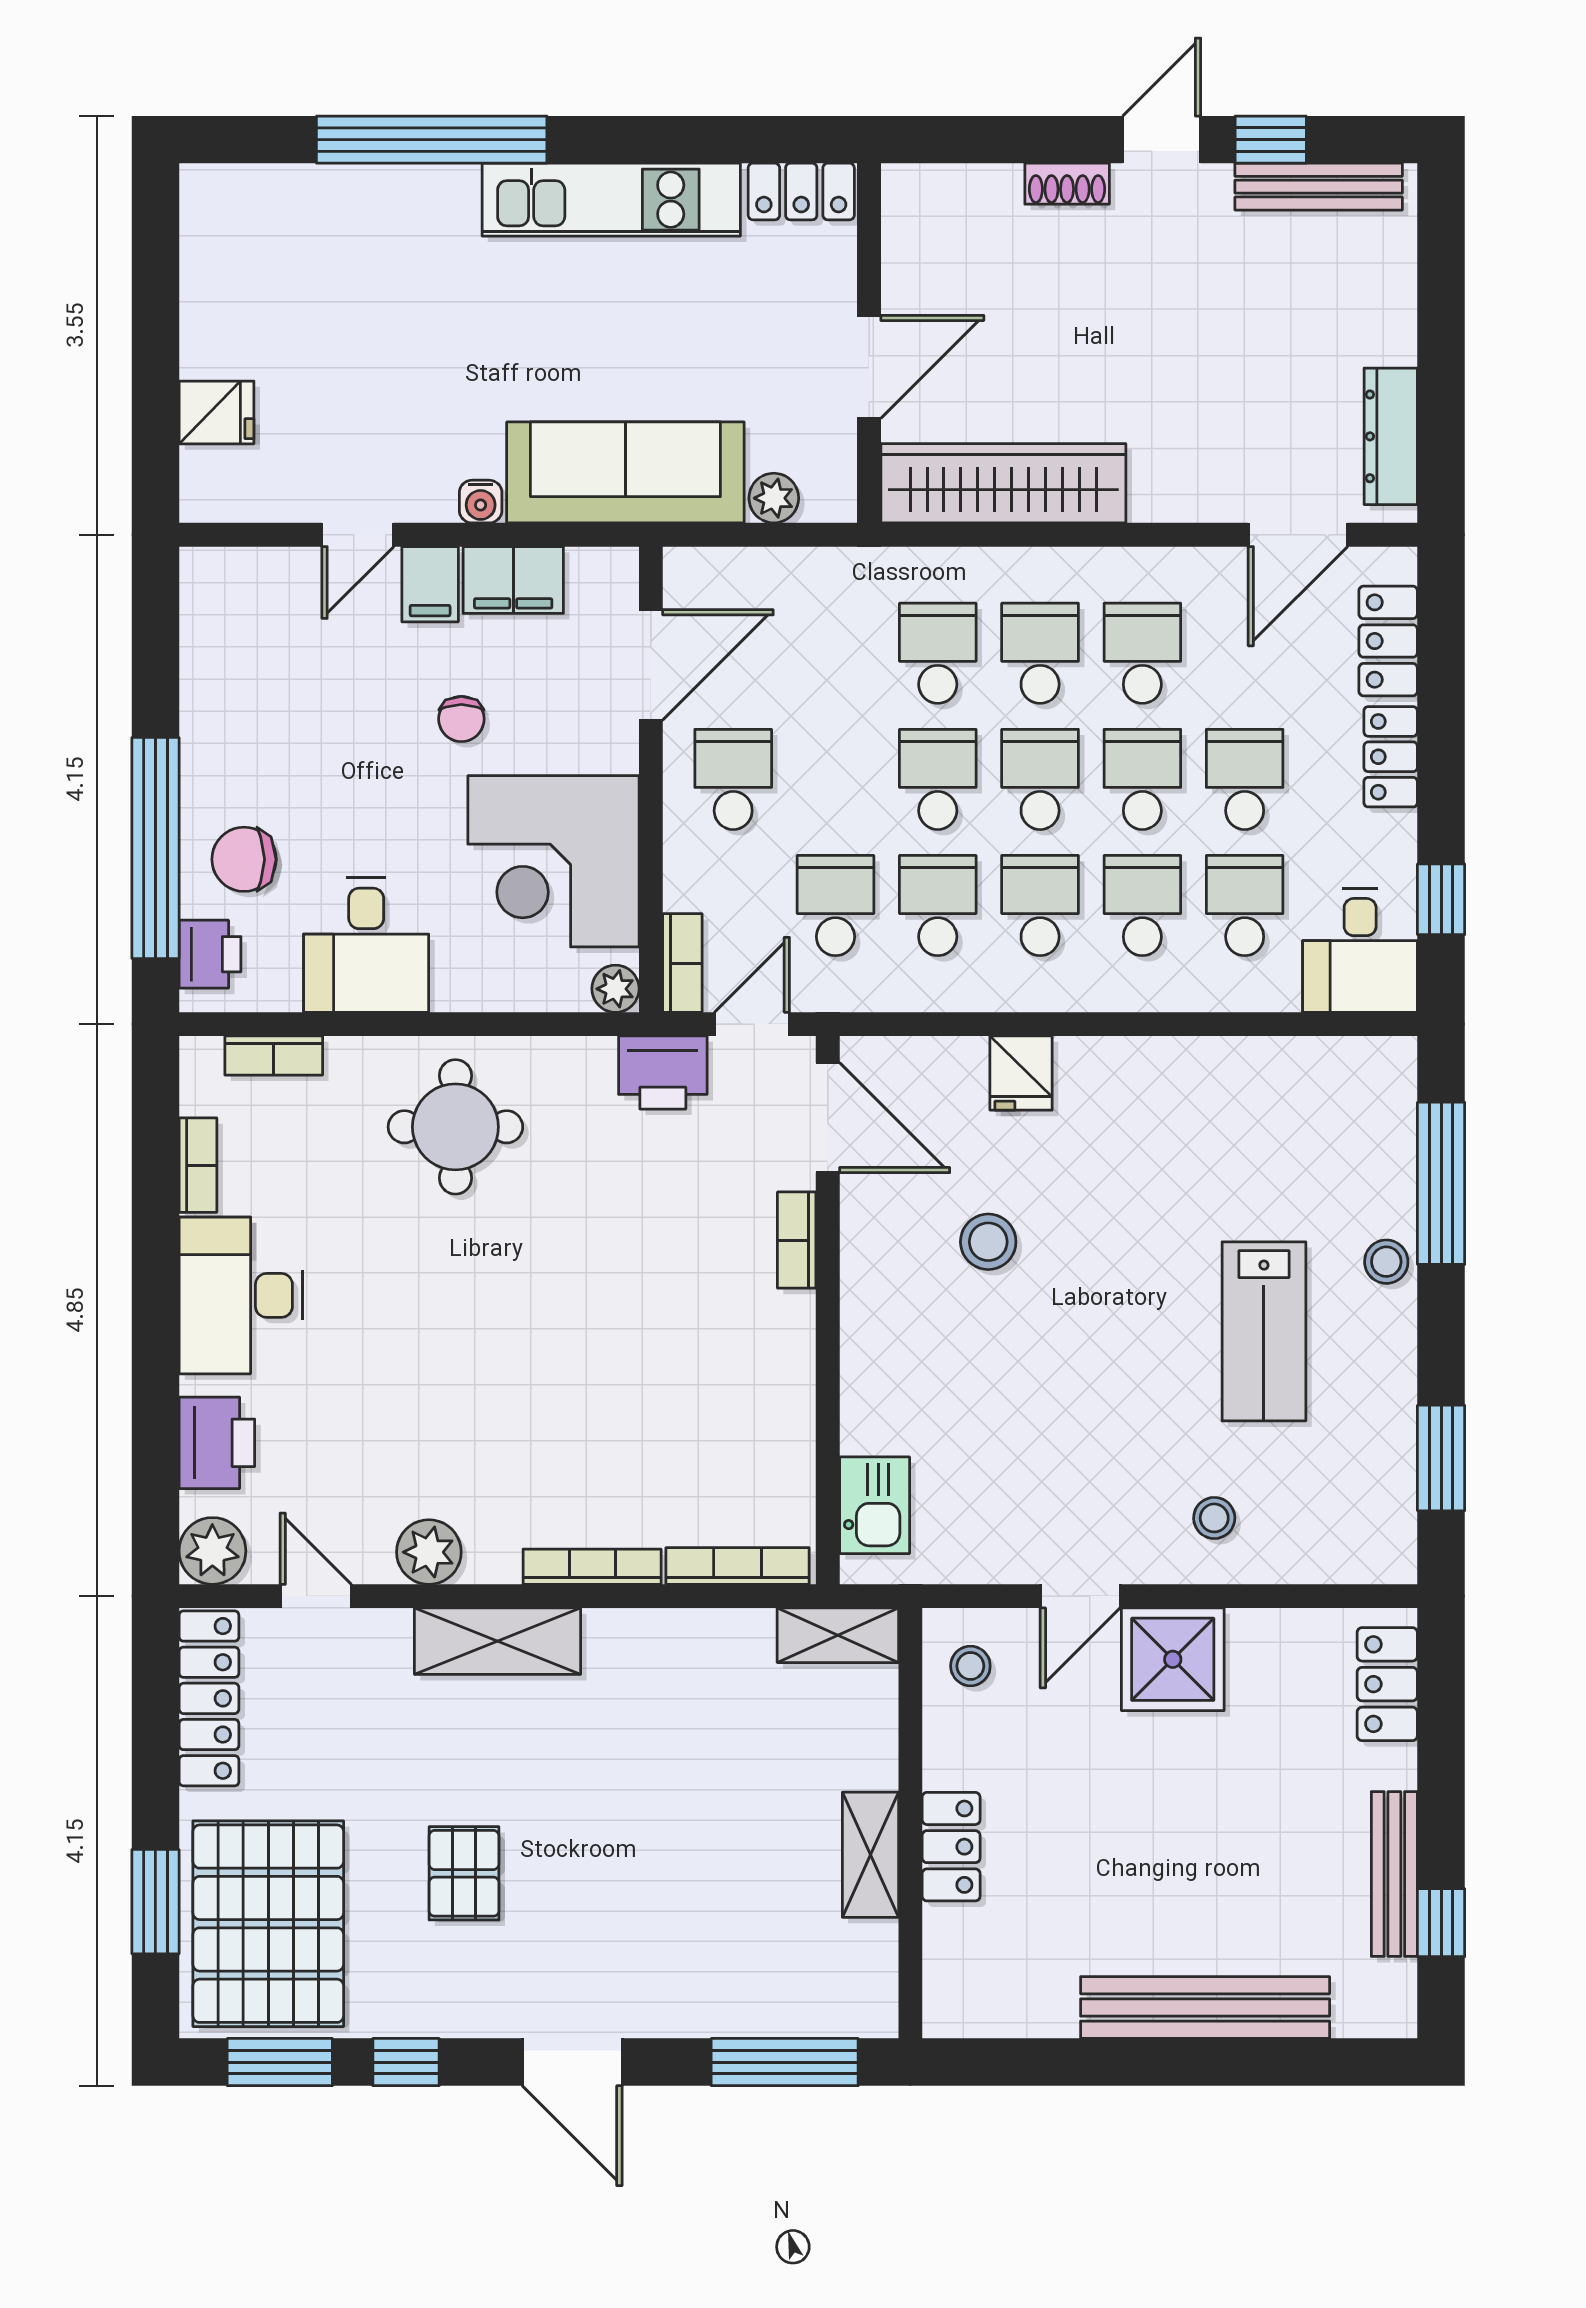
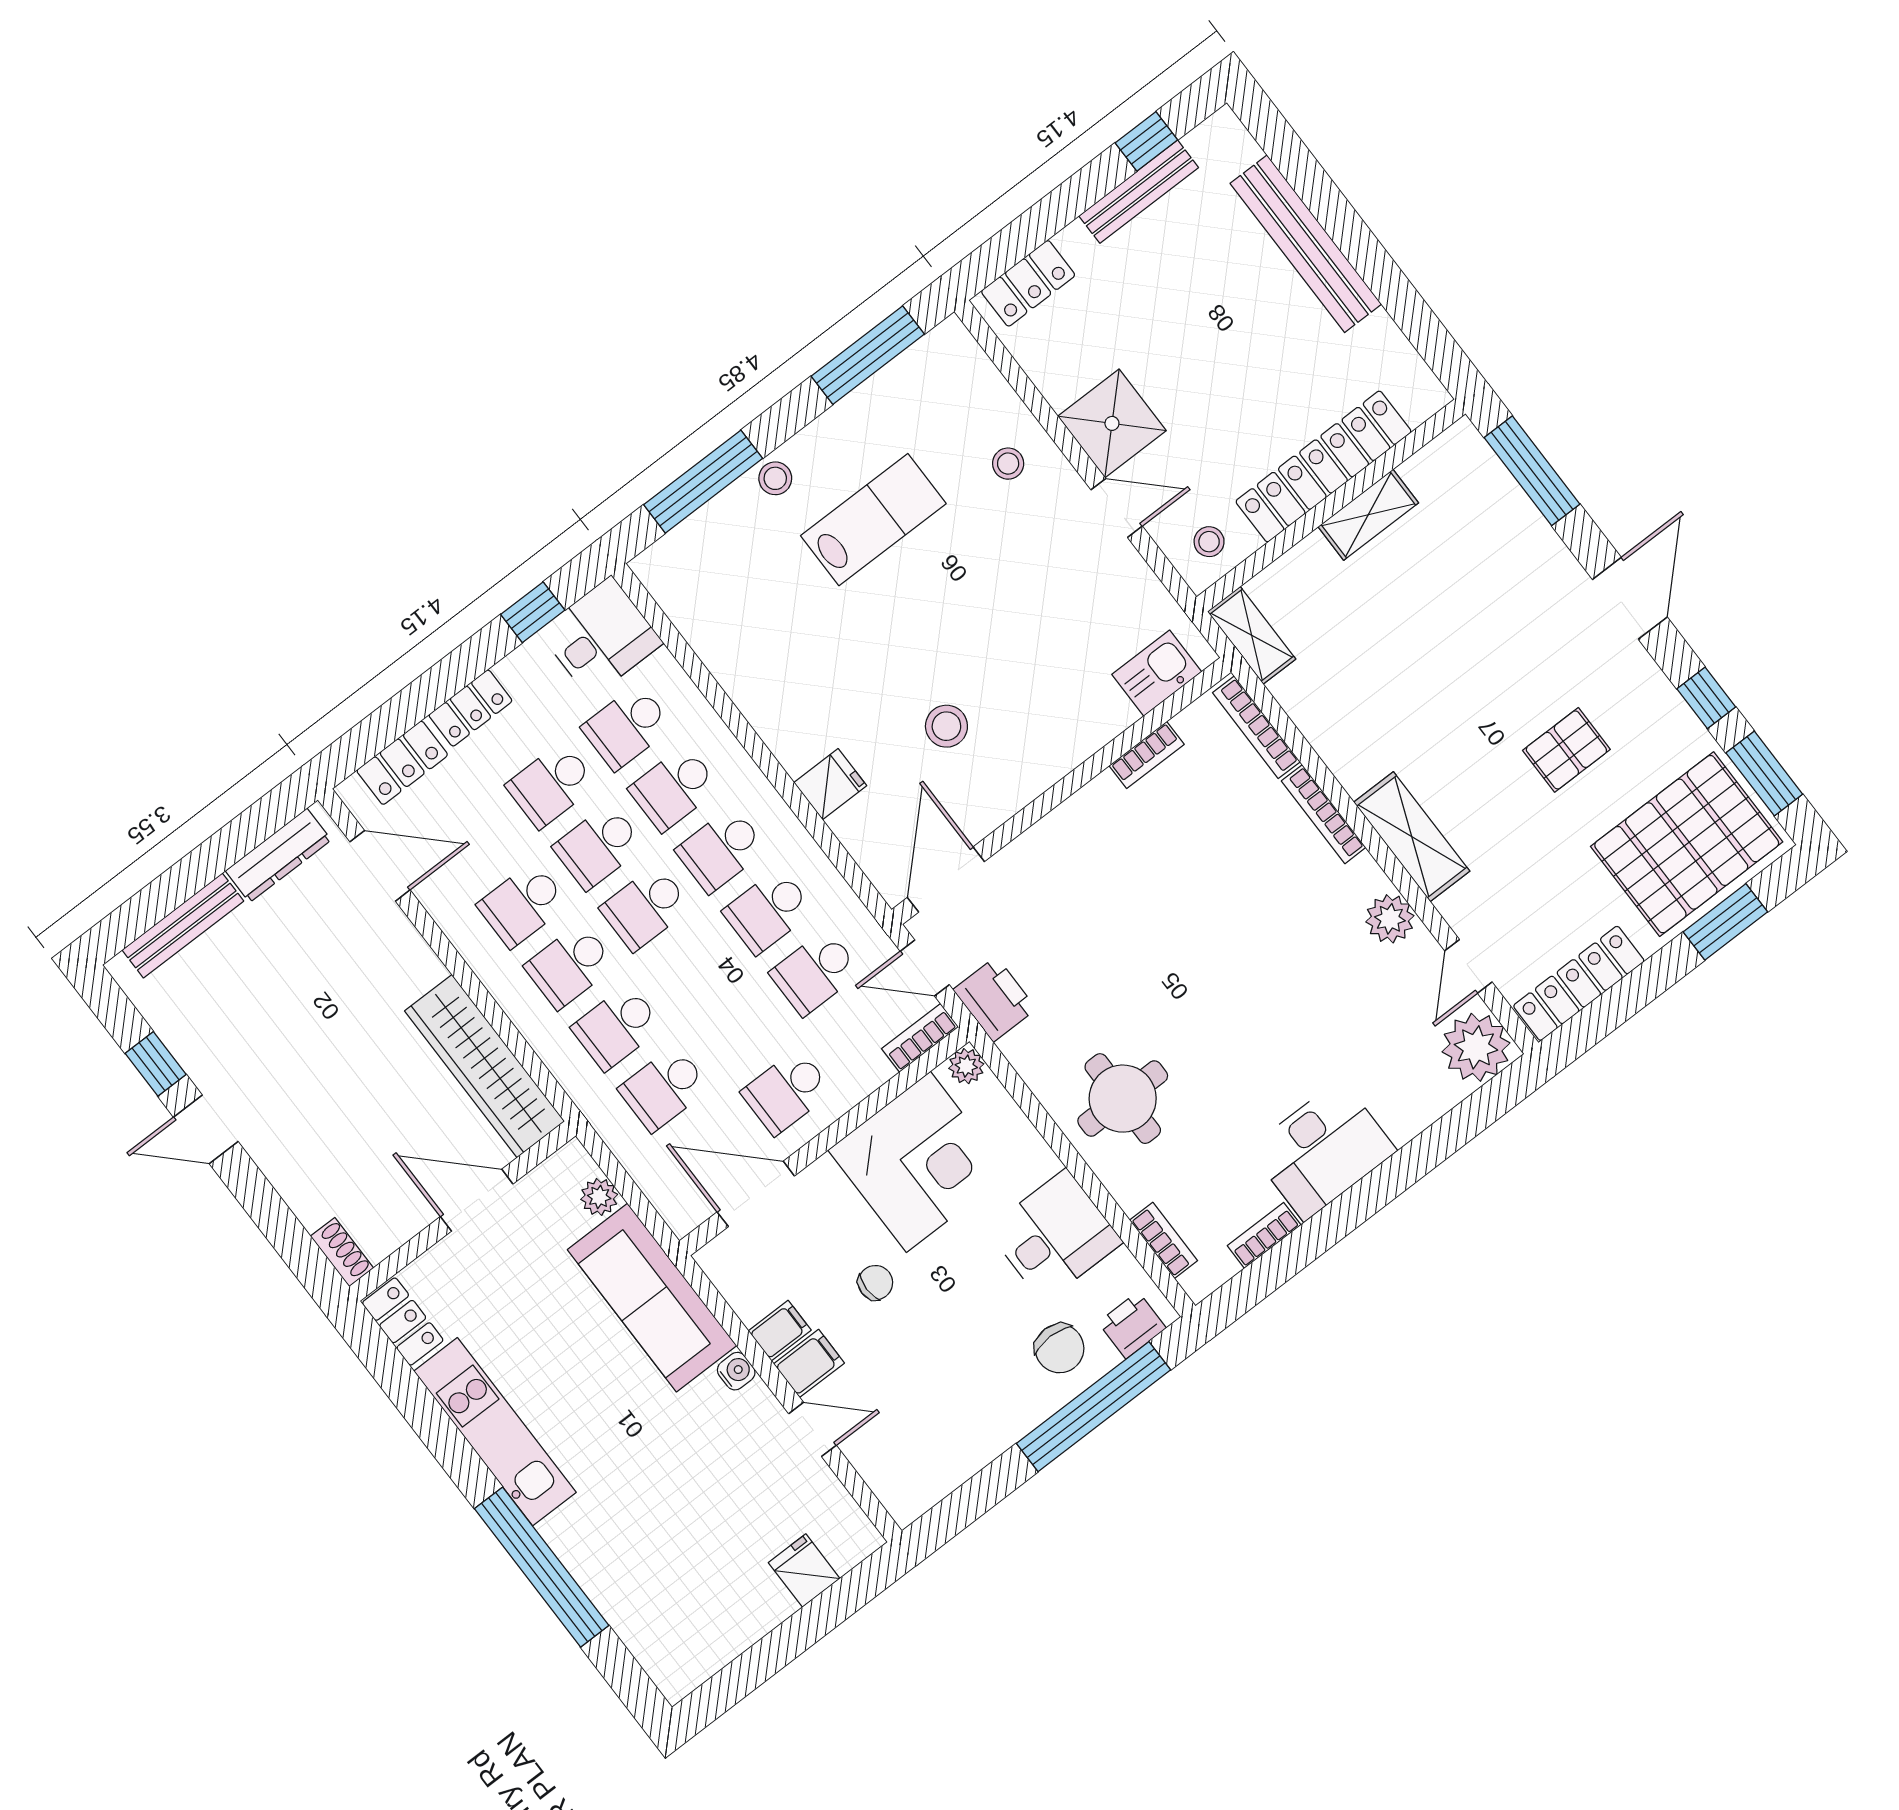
shoe rack: (1067, 184) -> (342, 1252), moved
bench: (1319, 187) -> (183, 925), moved, turned 90
filing cabinet: (513, 580) -> (780, 1331), width x0.50
school desk: (938, 779) -> (664, 1089), moved
bookcase: (797, 1240) -> (1147, 755), moved
printer: (217, 1443) -> (1422, 1096), removed
window: (1441, 1458) -> (868, 355), width x1.44
plant: (212, 1551) -> (1476, 1047), width x1.36, depth x1.36
locker: (951, 1847) -> (1324, 466), width x2.16, depth x1.21

